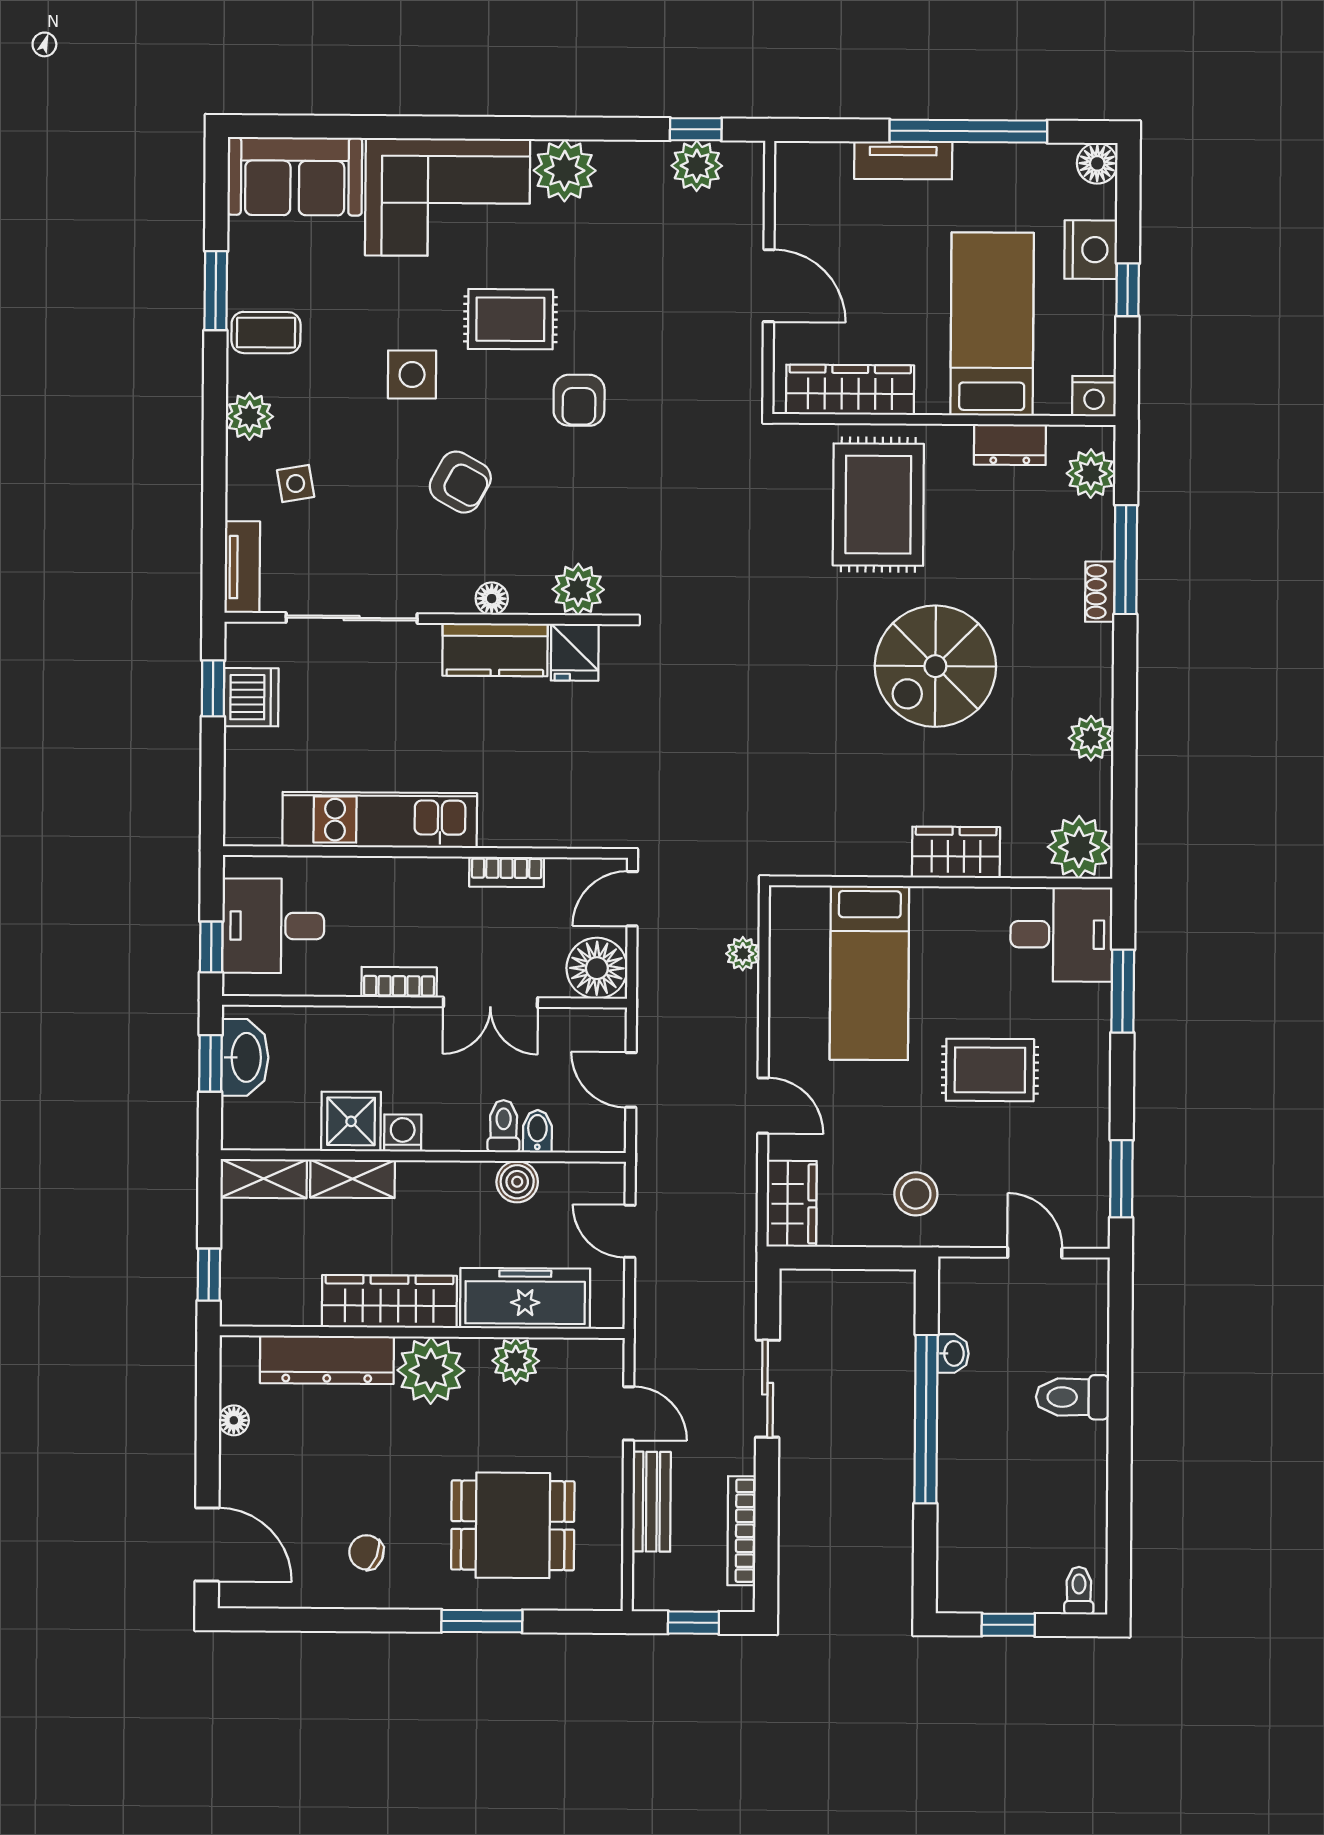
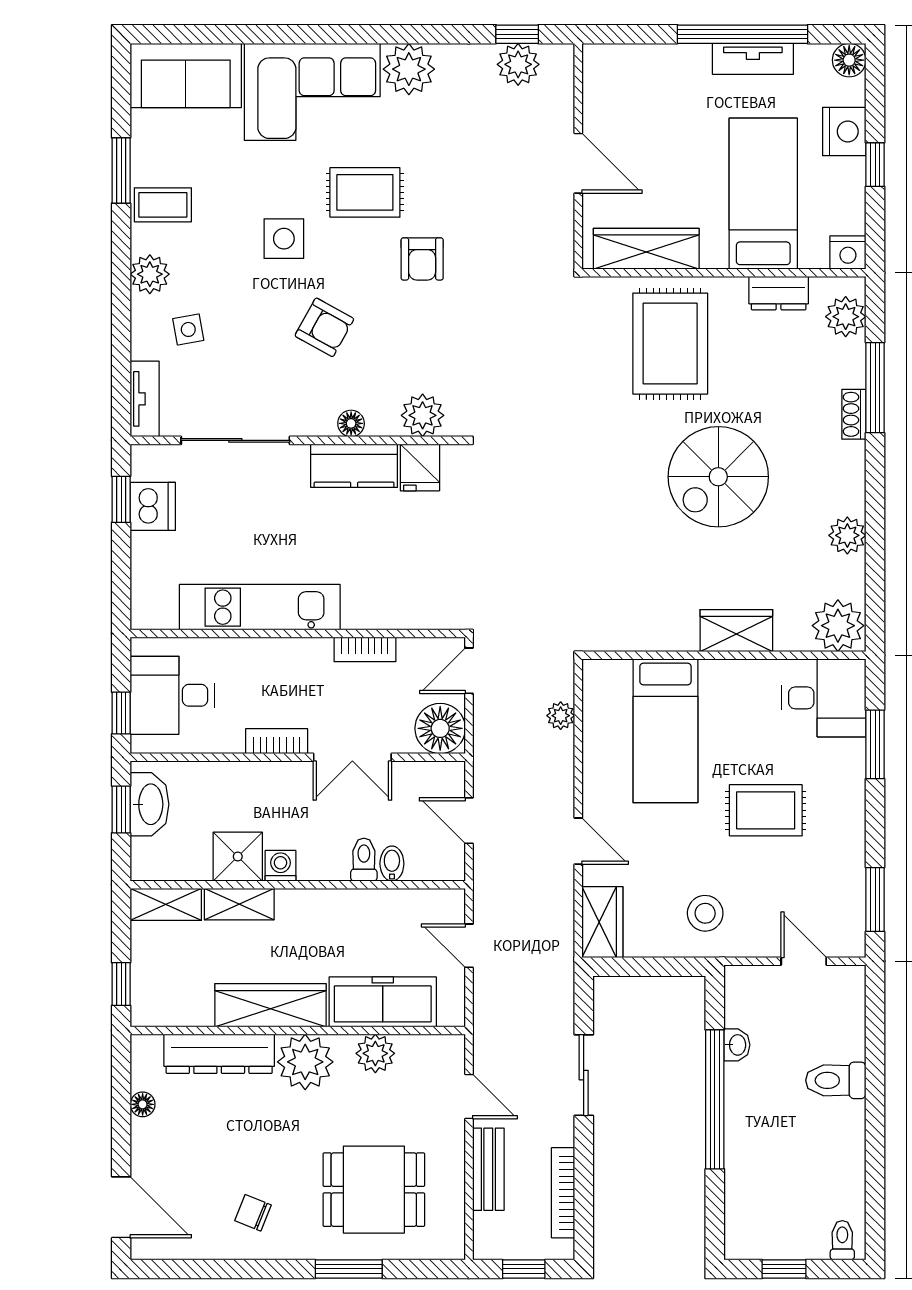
tv unit: (903, 160) -> (753, 59), moved
boiler: (517, 1182) -> (375, 905), removed

